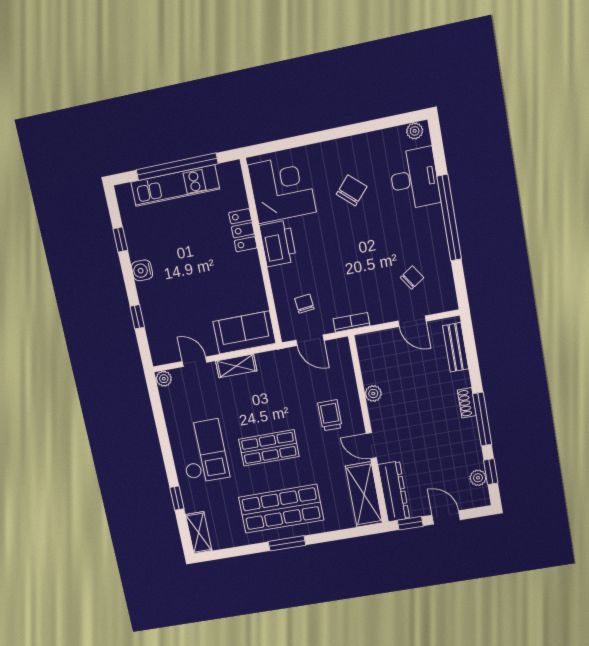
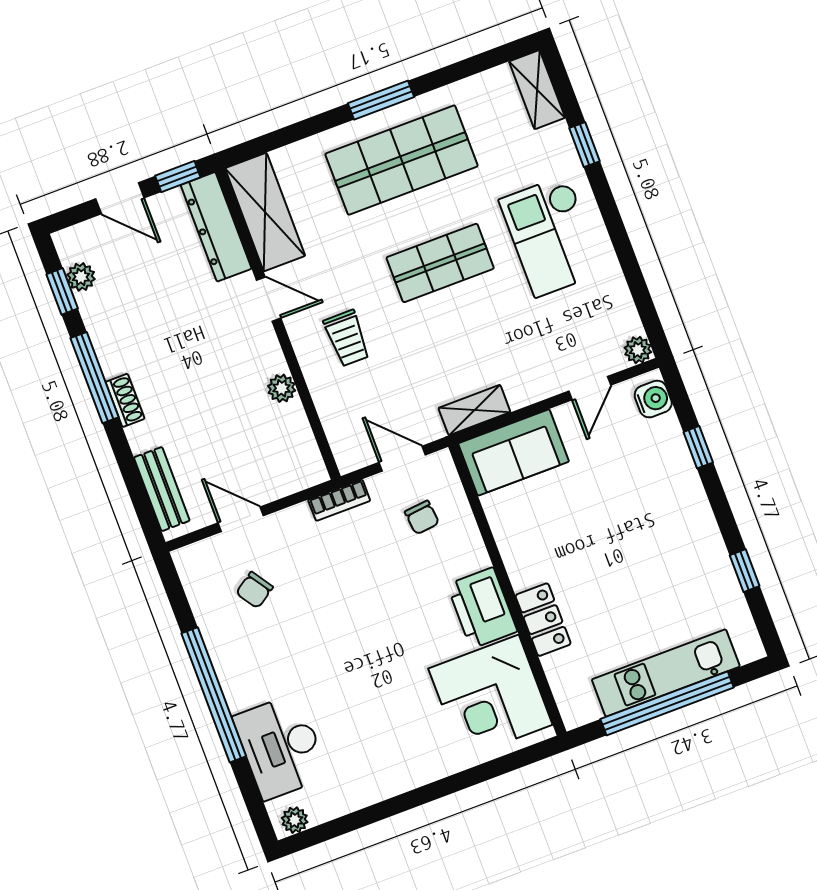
chair: (352, 190) -> (377, 712), removed
water cooler: (142, 270) -> (653, 399), moved
door: (195, 362) -> (590, 388), hinge flipped
shelving: (236, 366) -> (474, 410), moved

